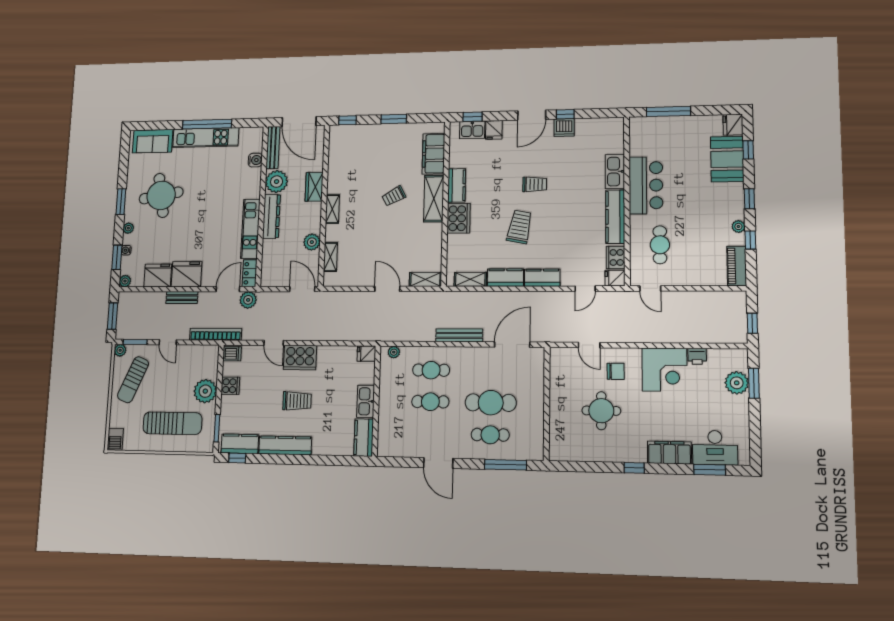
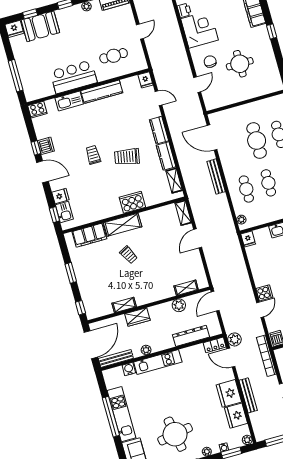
plant: (277, 182) -> (146, 350), width x0.53, depth x0.53
kitchen counter: (457, 185) -> (109, 211), removed
shelving: (332, 209) -> (124, 305), moved
dresser: (271, 216) -> (191, 336), moved
kitchen unit: (250, 229) -> (158, 362), moved
cooker: (616, 257) -> (37, 110), moved
door: (650, 288) -> (140, 32), moved
bench: (182, 298) -> (248, 395), width x1.36
cooker: (300, 358) -> (264, 293), width x0.53, depth x0.76

